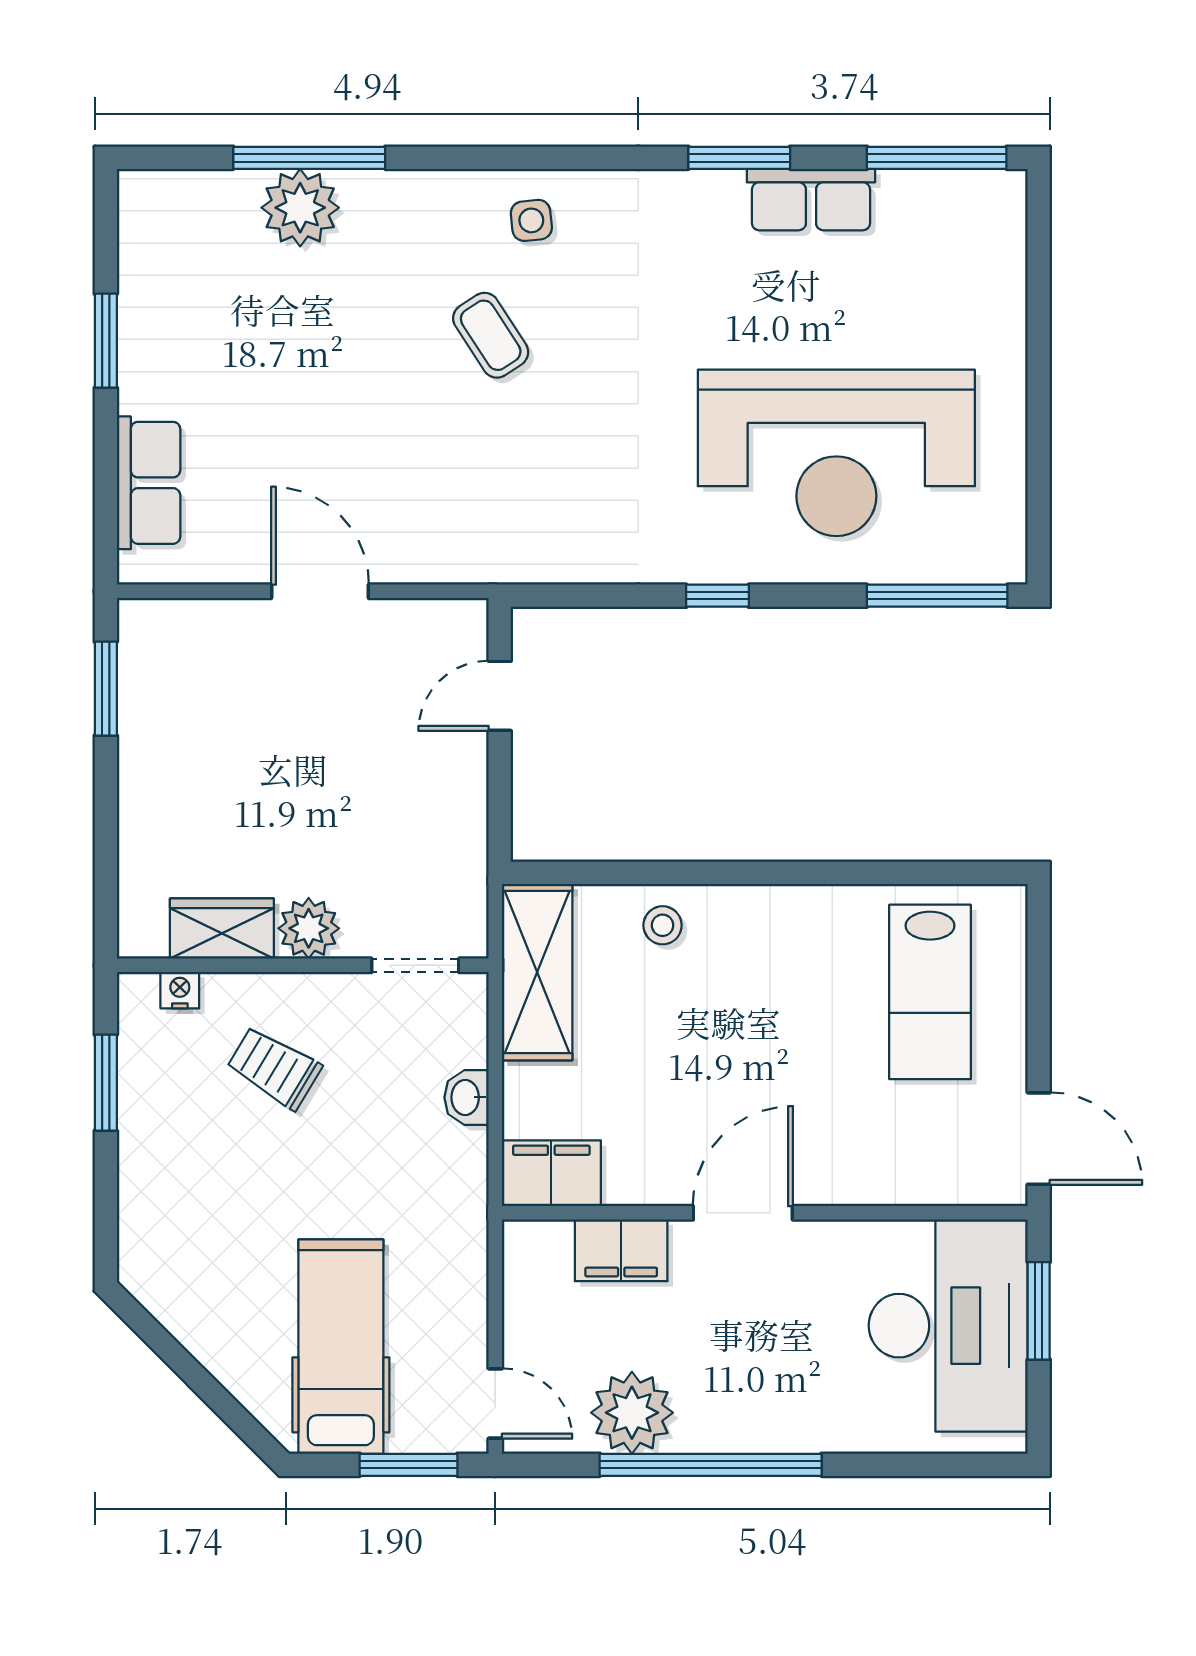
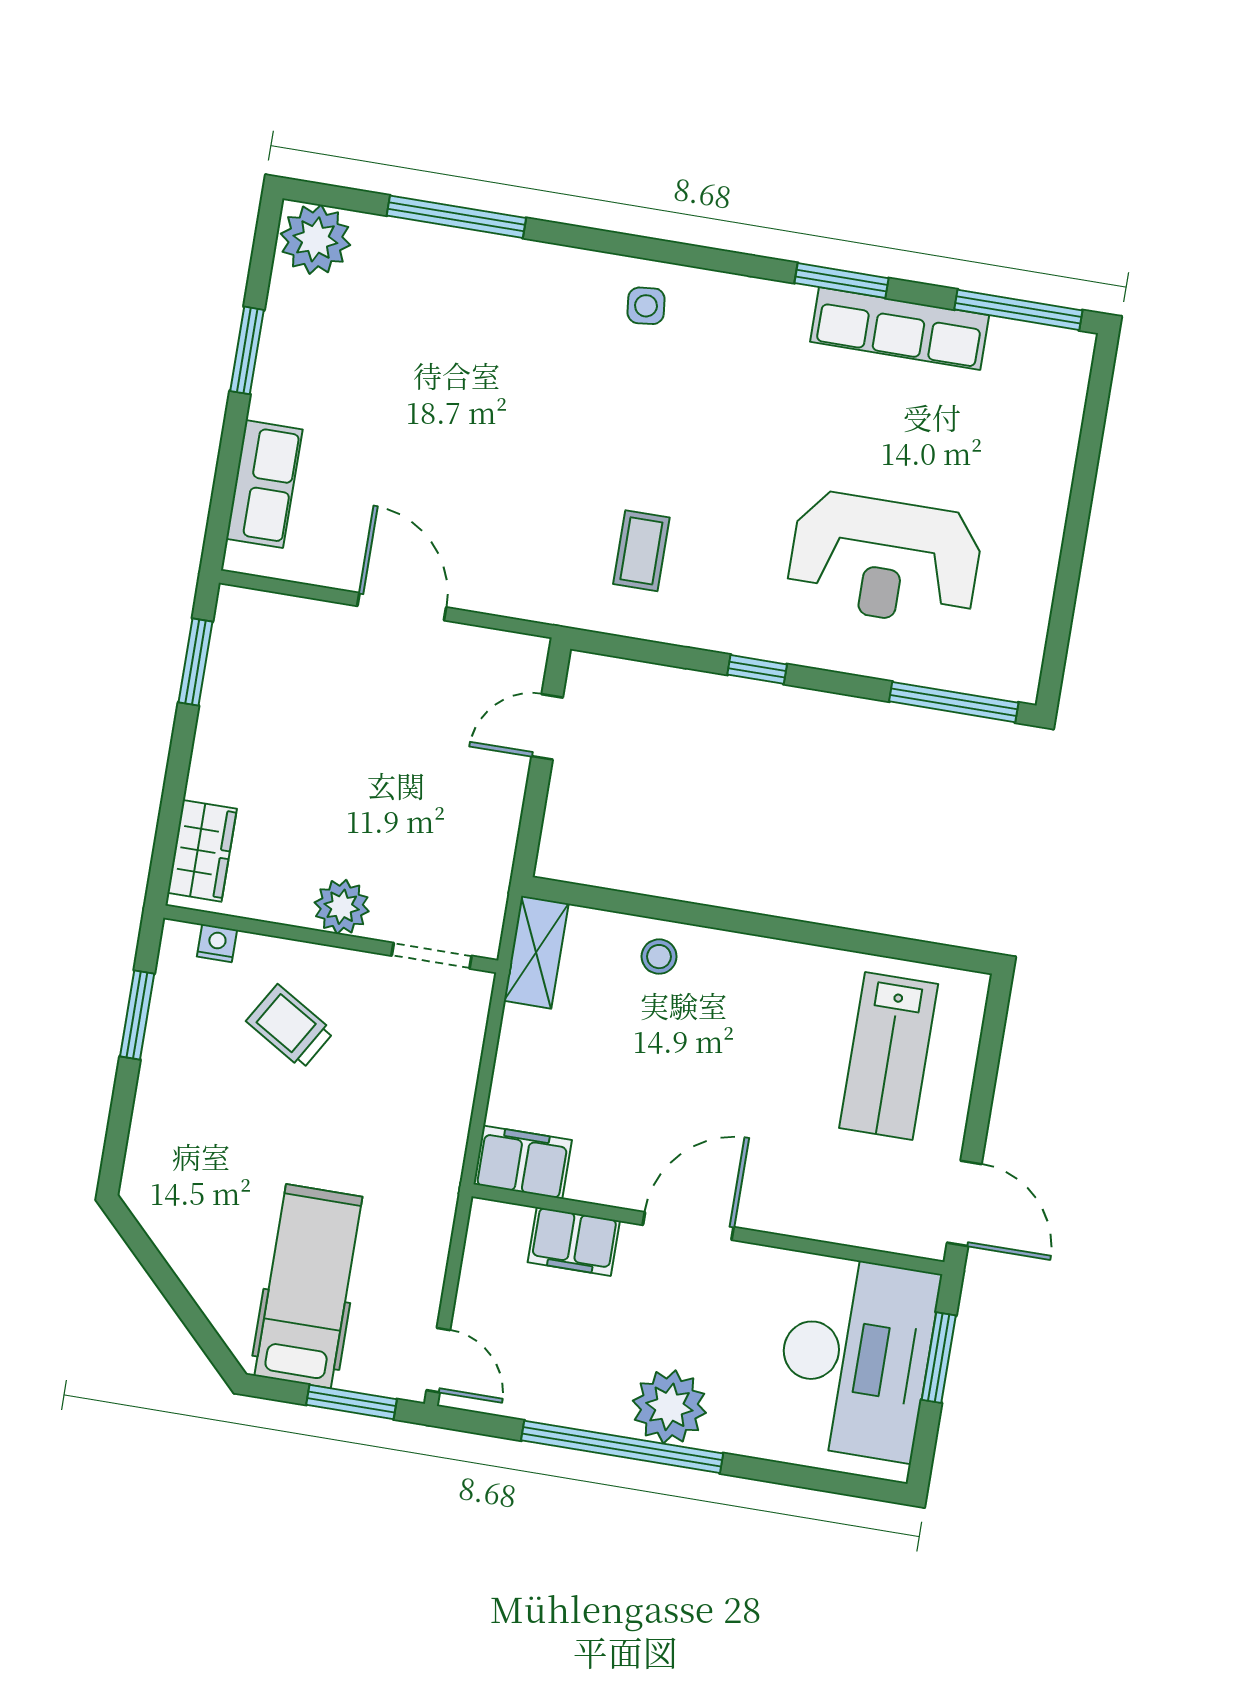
row of seats: (811, 200) -> (900, 329), width x1.48
plant: (300, 208) -> (315, 239), moved
coffee table: (491, 335) -> (641, 551), moved, turned 33
reception desk: (836, 453) -> (885, 559), width x0.74, depth x0.77
wardrobe: (222, 929) -> (202, 851), moved, turned 90
shelving: (537, 972) -> (536, 952), width x0.67, depth x0.75
washbasin: (466, 1097) -> (458, 1082), removed
plant: (632, 1413) -> (669, 1407), moved

